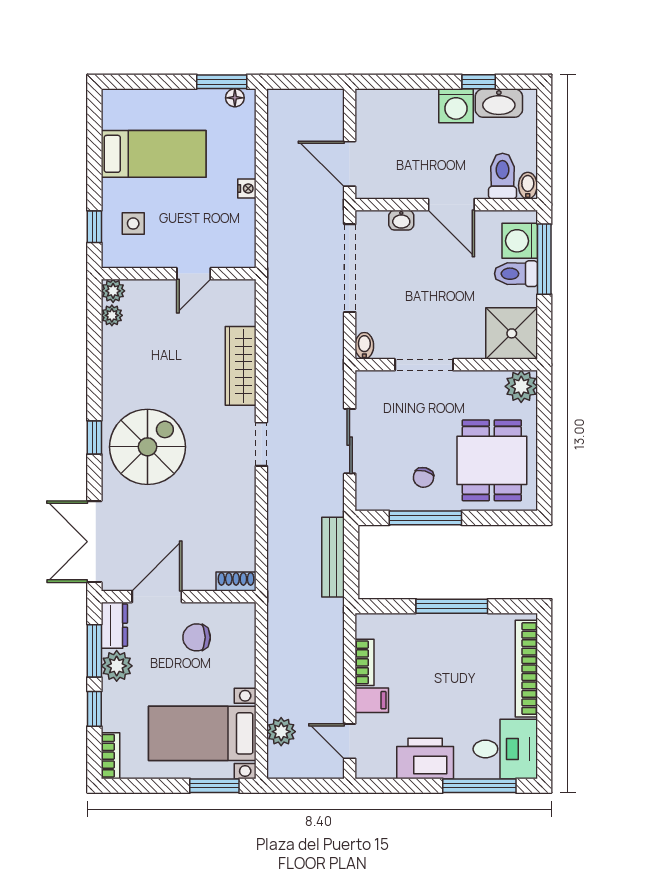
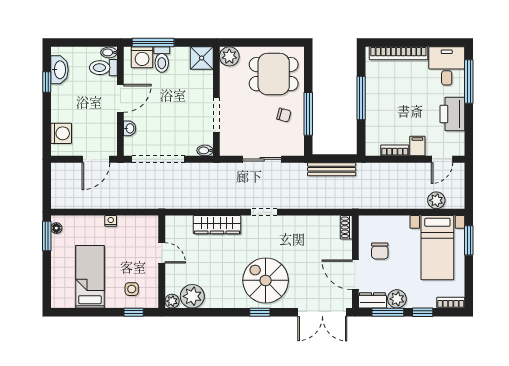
washing machine: (456, 106) -> (61, 133), moved
plant: (112, 315) -> (192, 296), width x1.87, depth x1.87
shower: (512, 333) -> (202, 58), width x0.73, depth x0.73

